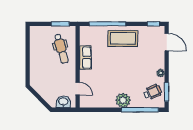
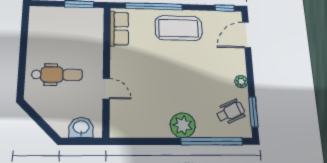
door: (167, 42) -> (247, 35), swing flipped
dental chair: (61, 49) -> (57, 75), moved, turned -74
row of seats: (85, 58) -> (119, 28), moved
door: (78, 89) -> (106, 89), moved

